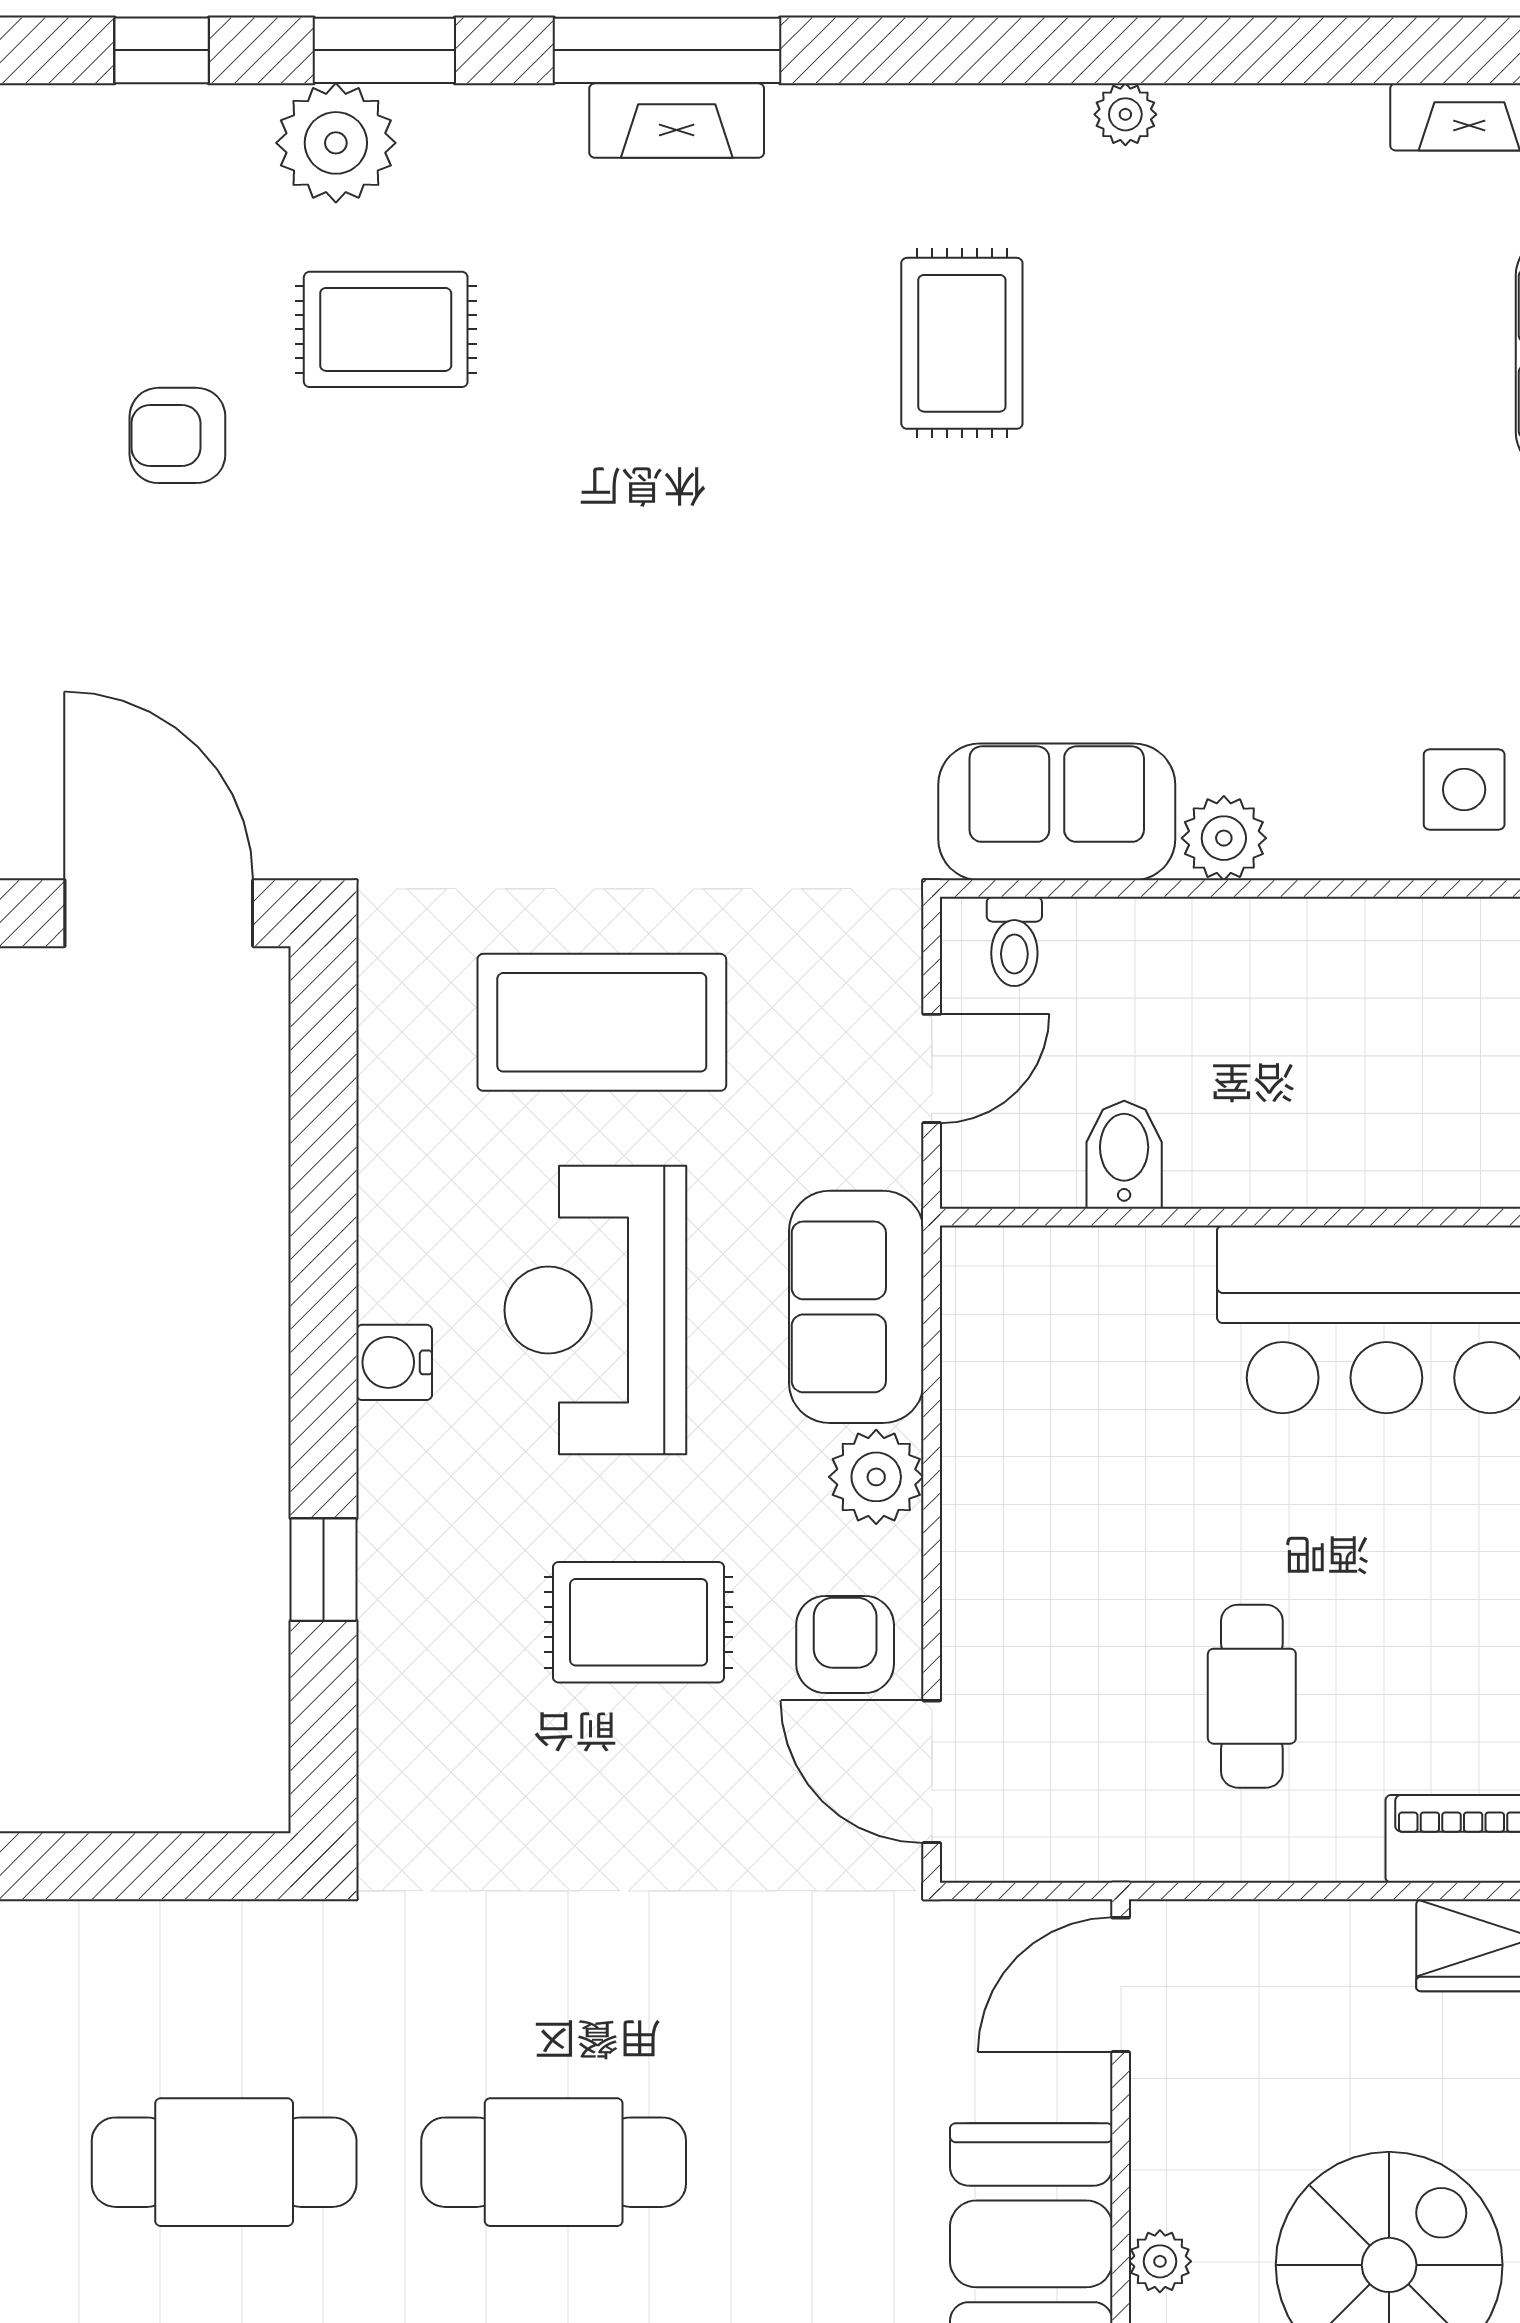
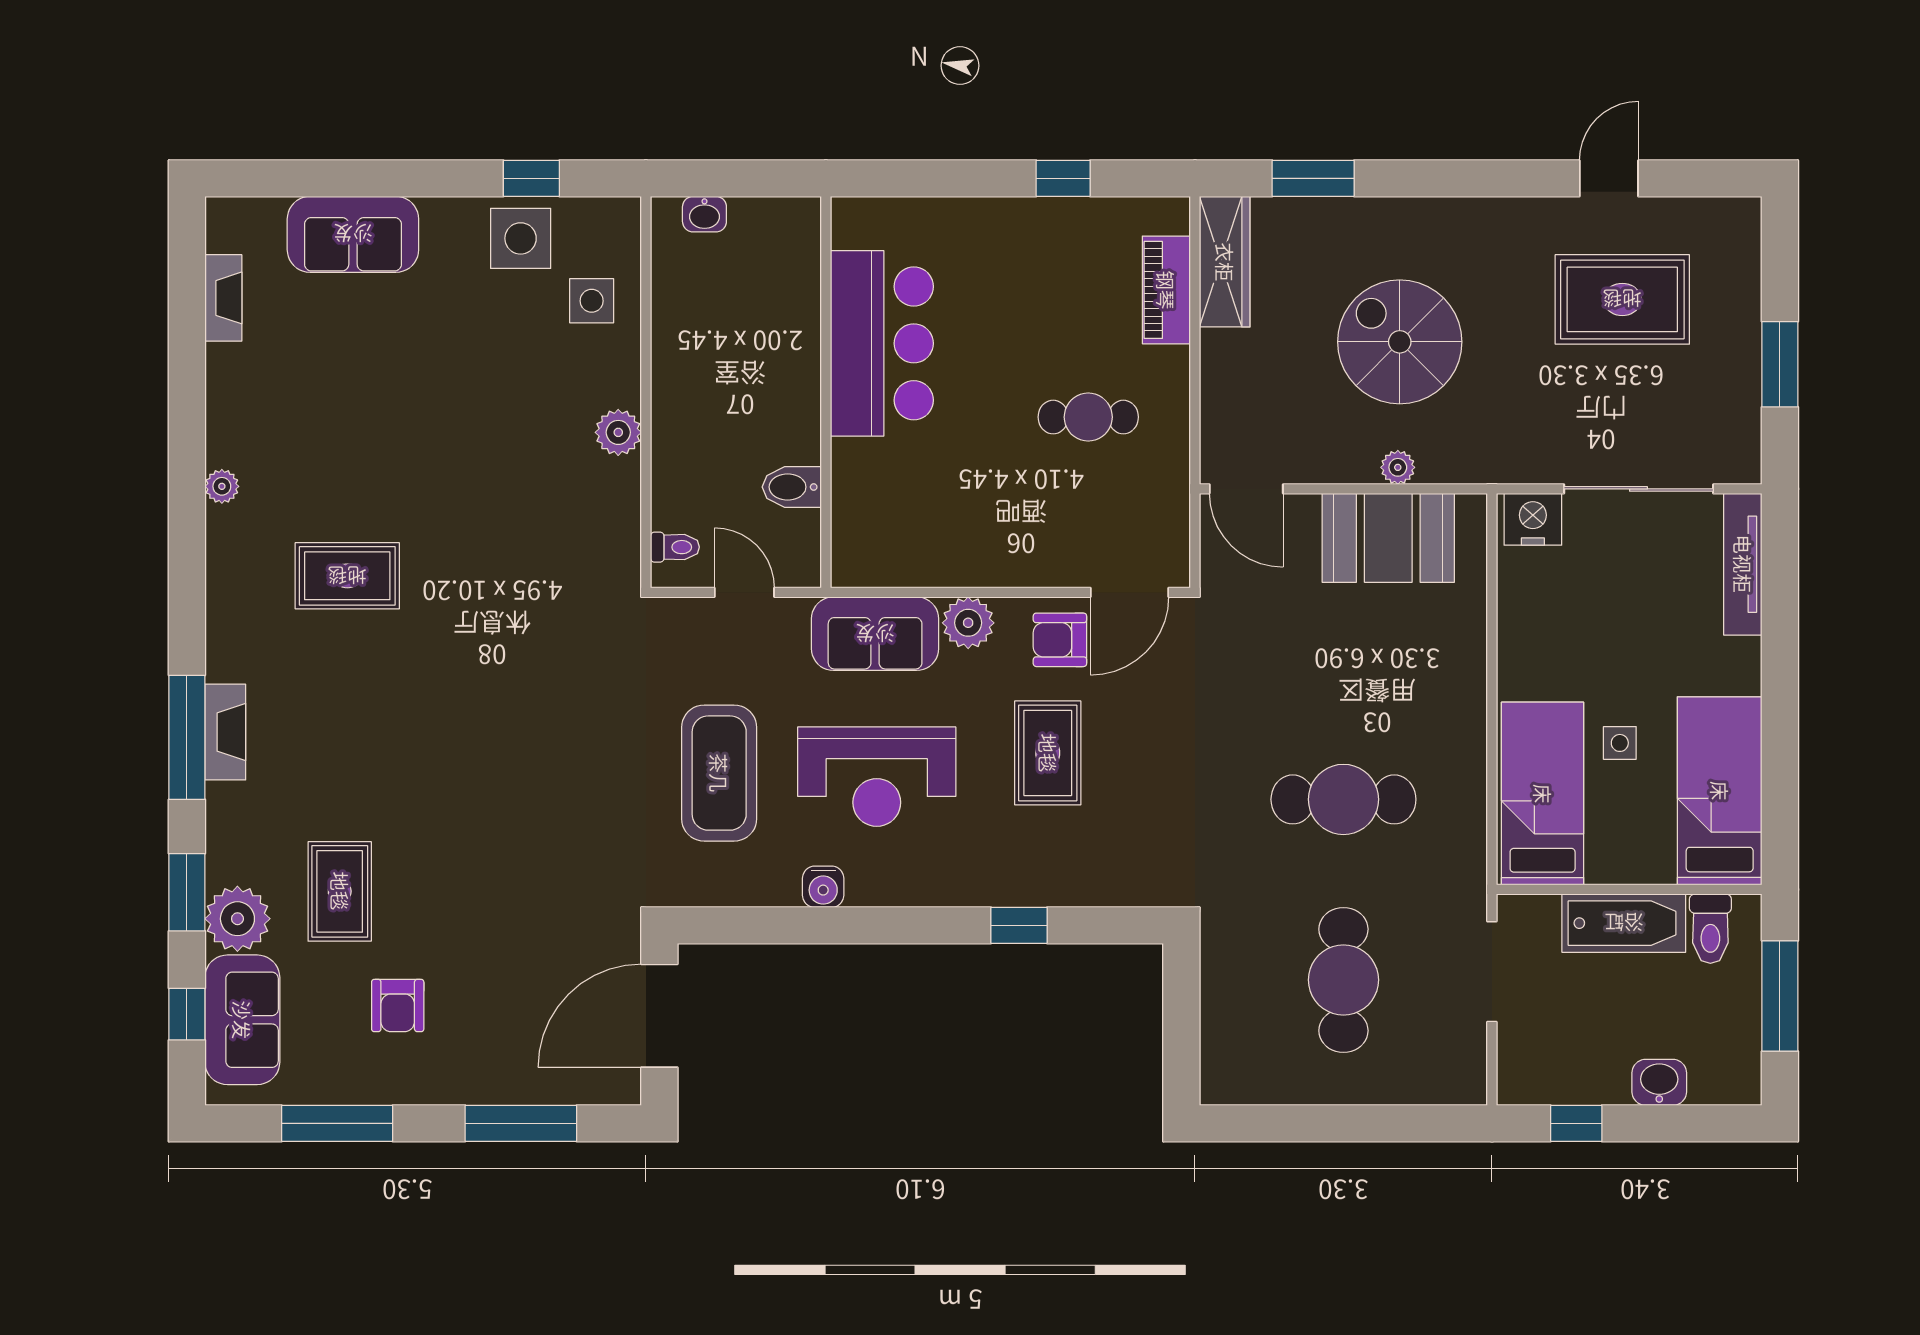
sofa: (1057, 812) -> (242, 1020), moved, turned 180
water cooler: (394, 1362) -> (823, 887), moved
cafe table: (554, 2162) -> (1343, 799), turned 90

